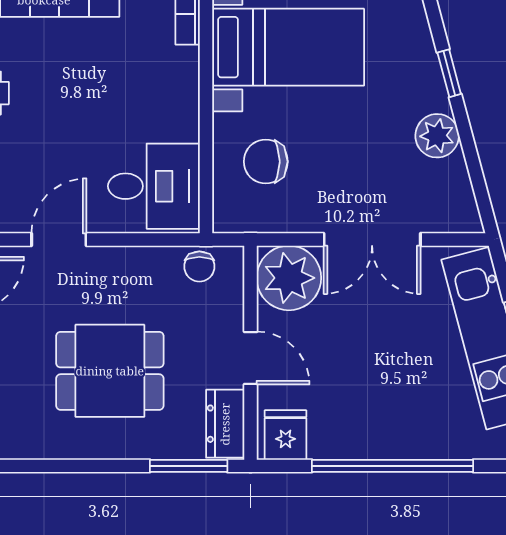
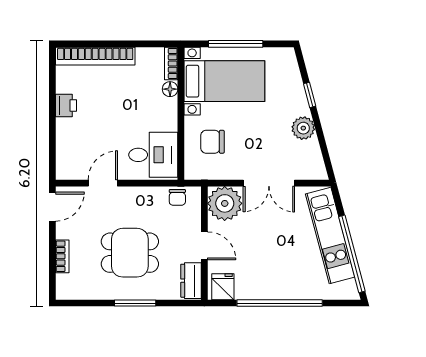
floor lamp: (186, 62) -> (170, 89), added
window: (189, 466) -> (135, 303), moved

